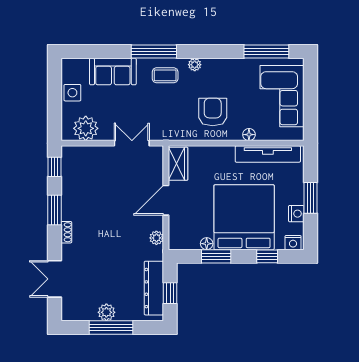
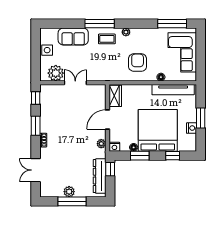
double door: (132, 143) -> (75, 83), moved
nightstand: (293, 243) -> (114, 147), moved
window: (170, 293) -> (110, 169), moved

